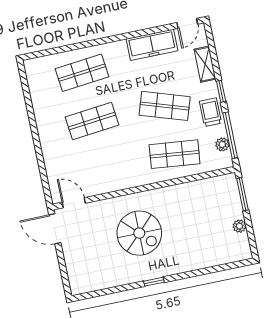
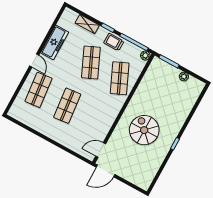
door: (187, 23) -> (34, 60), moved
shop shelf: (165, 106) -> (91, 62), turned -42
plant: (222, 144) -> (145, 55), moved
shop shelf: (175, 154) -> (120, 78), turned -30
spiral stairs: (139, 233) -> (144, 130), turned -90

